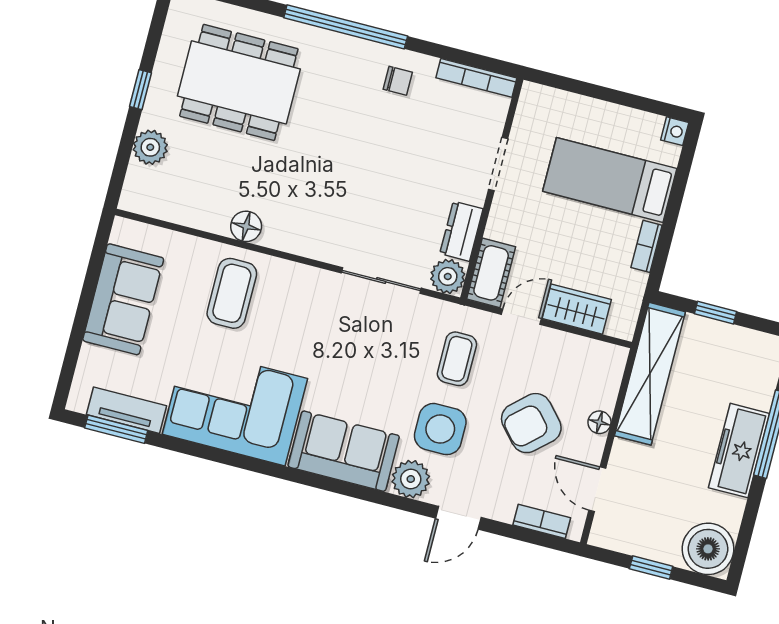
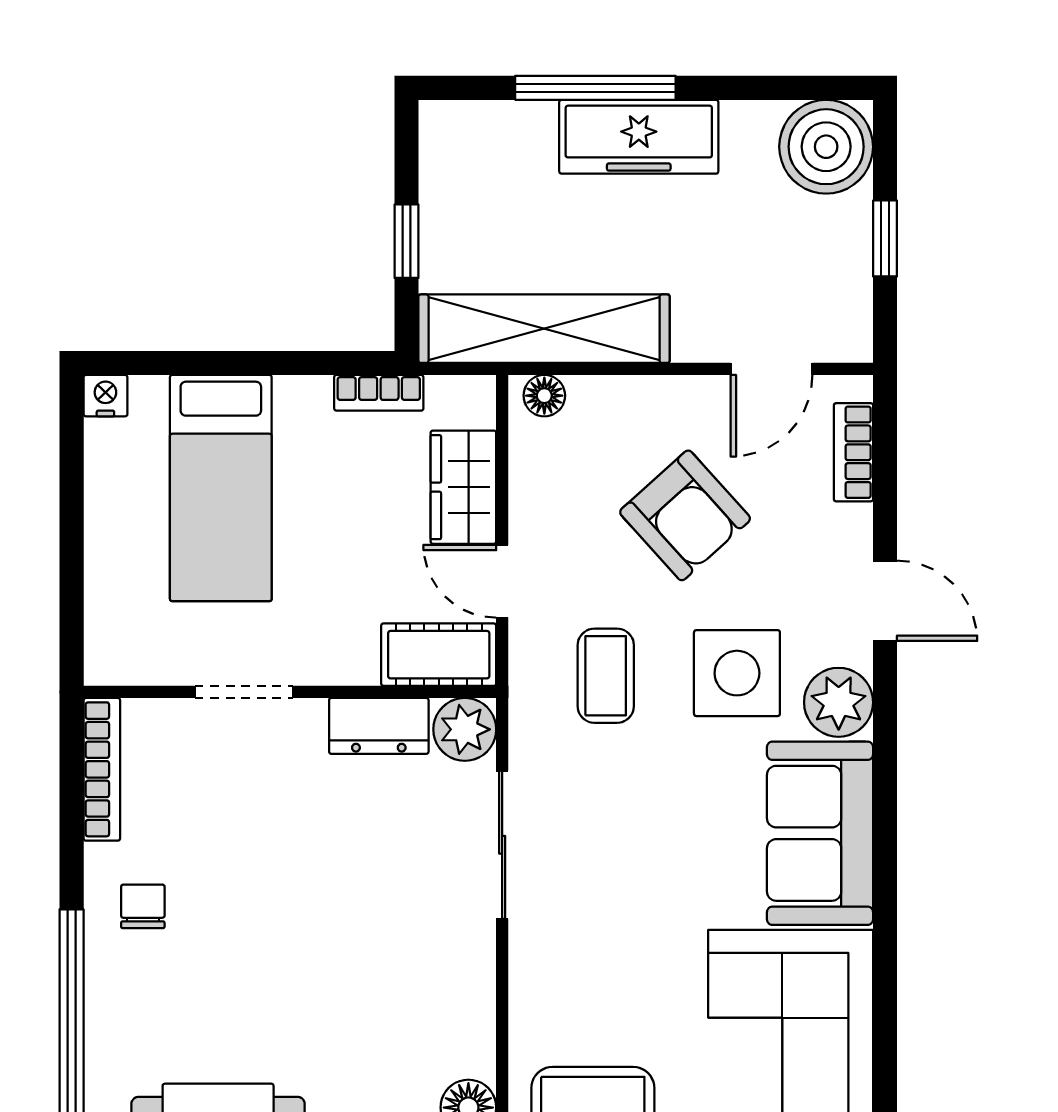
bookcase: (647, 246) -> (379, 393), moved
coffee table: (457, 359) -> (606, 676), turned 90
floor lamp: (599, 422) -> (544, 396), moved

